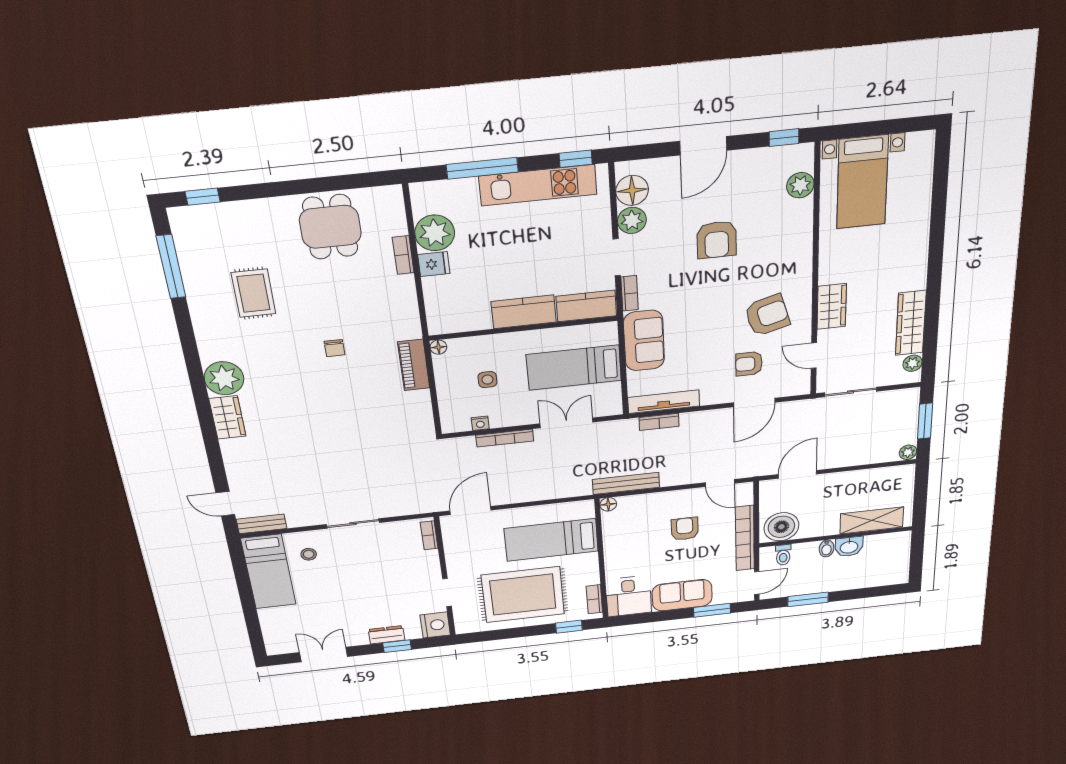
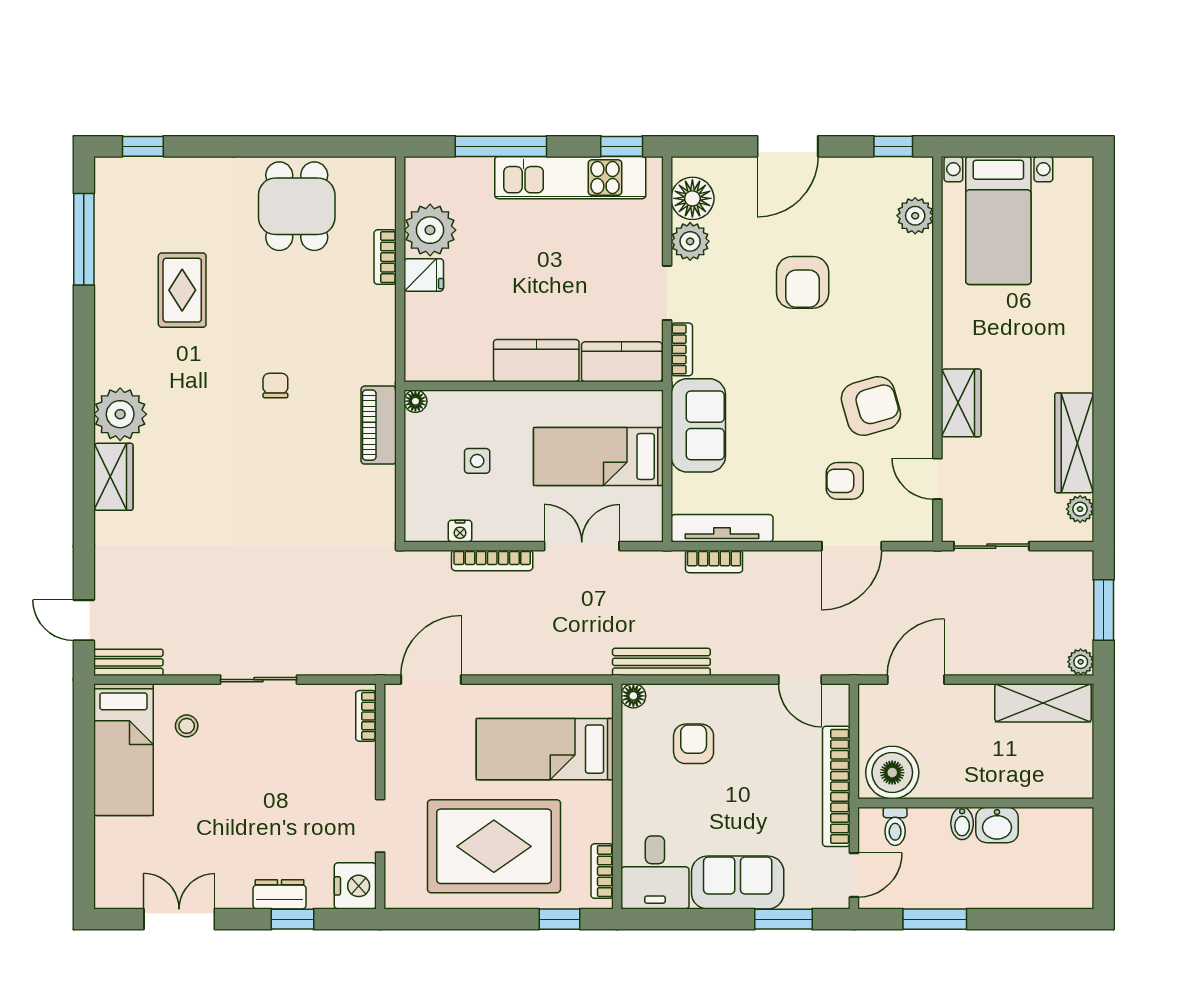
chair: (334, 348) -> (275, 386), turned 180
shelving: (872, 520) -> (1043, 703), moved
armchair: (685, 529) -> (694, 744), moved

